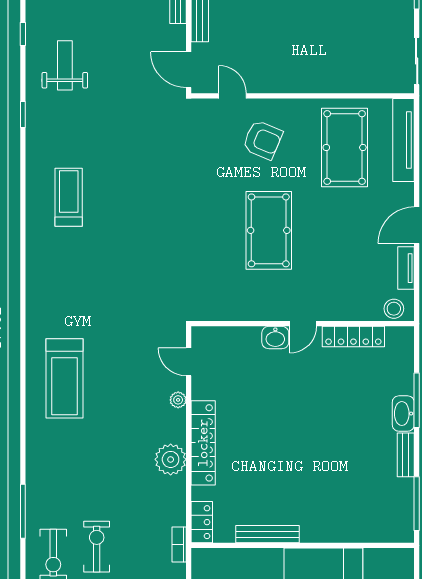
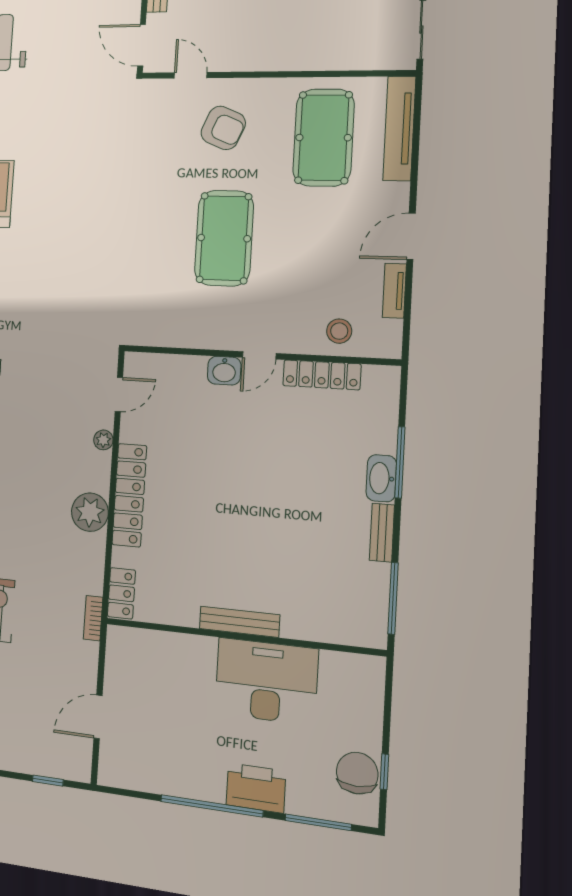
stool: (394, 309) -> (339, 331), moved
door: (189, 362) -> (119, 394), swing flipped
bench: (268, 534) -> (239, 622), moved

